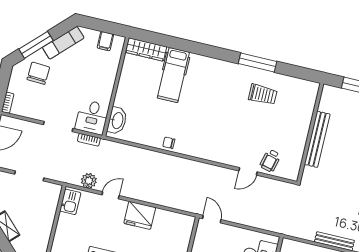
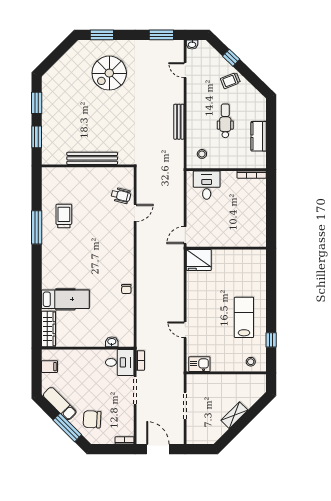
washbasin: (117, 121) -> (112, 342), width x0.52, depth x0.69
door: (248, 171) -> (135, 213), hinge flipped
plant: (89, 181) -> (177, 352), removed
fridge: (140, 215) -> (199, 260), moved, turned 90

